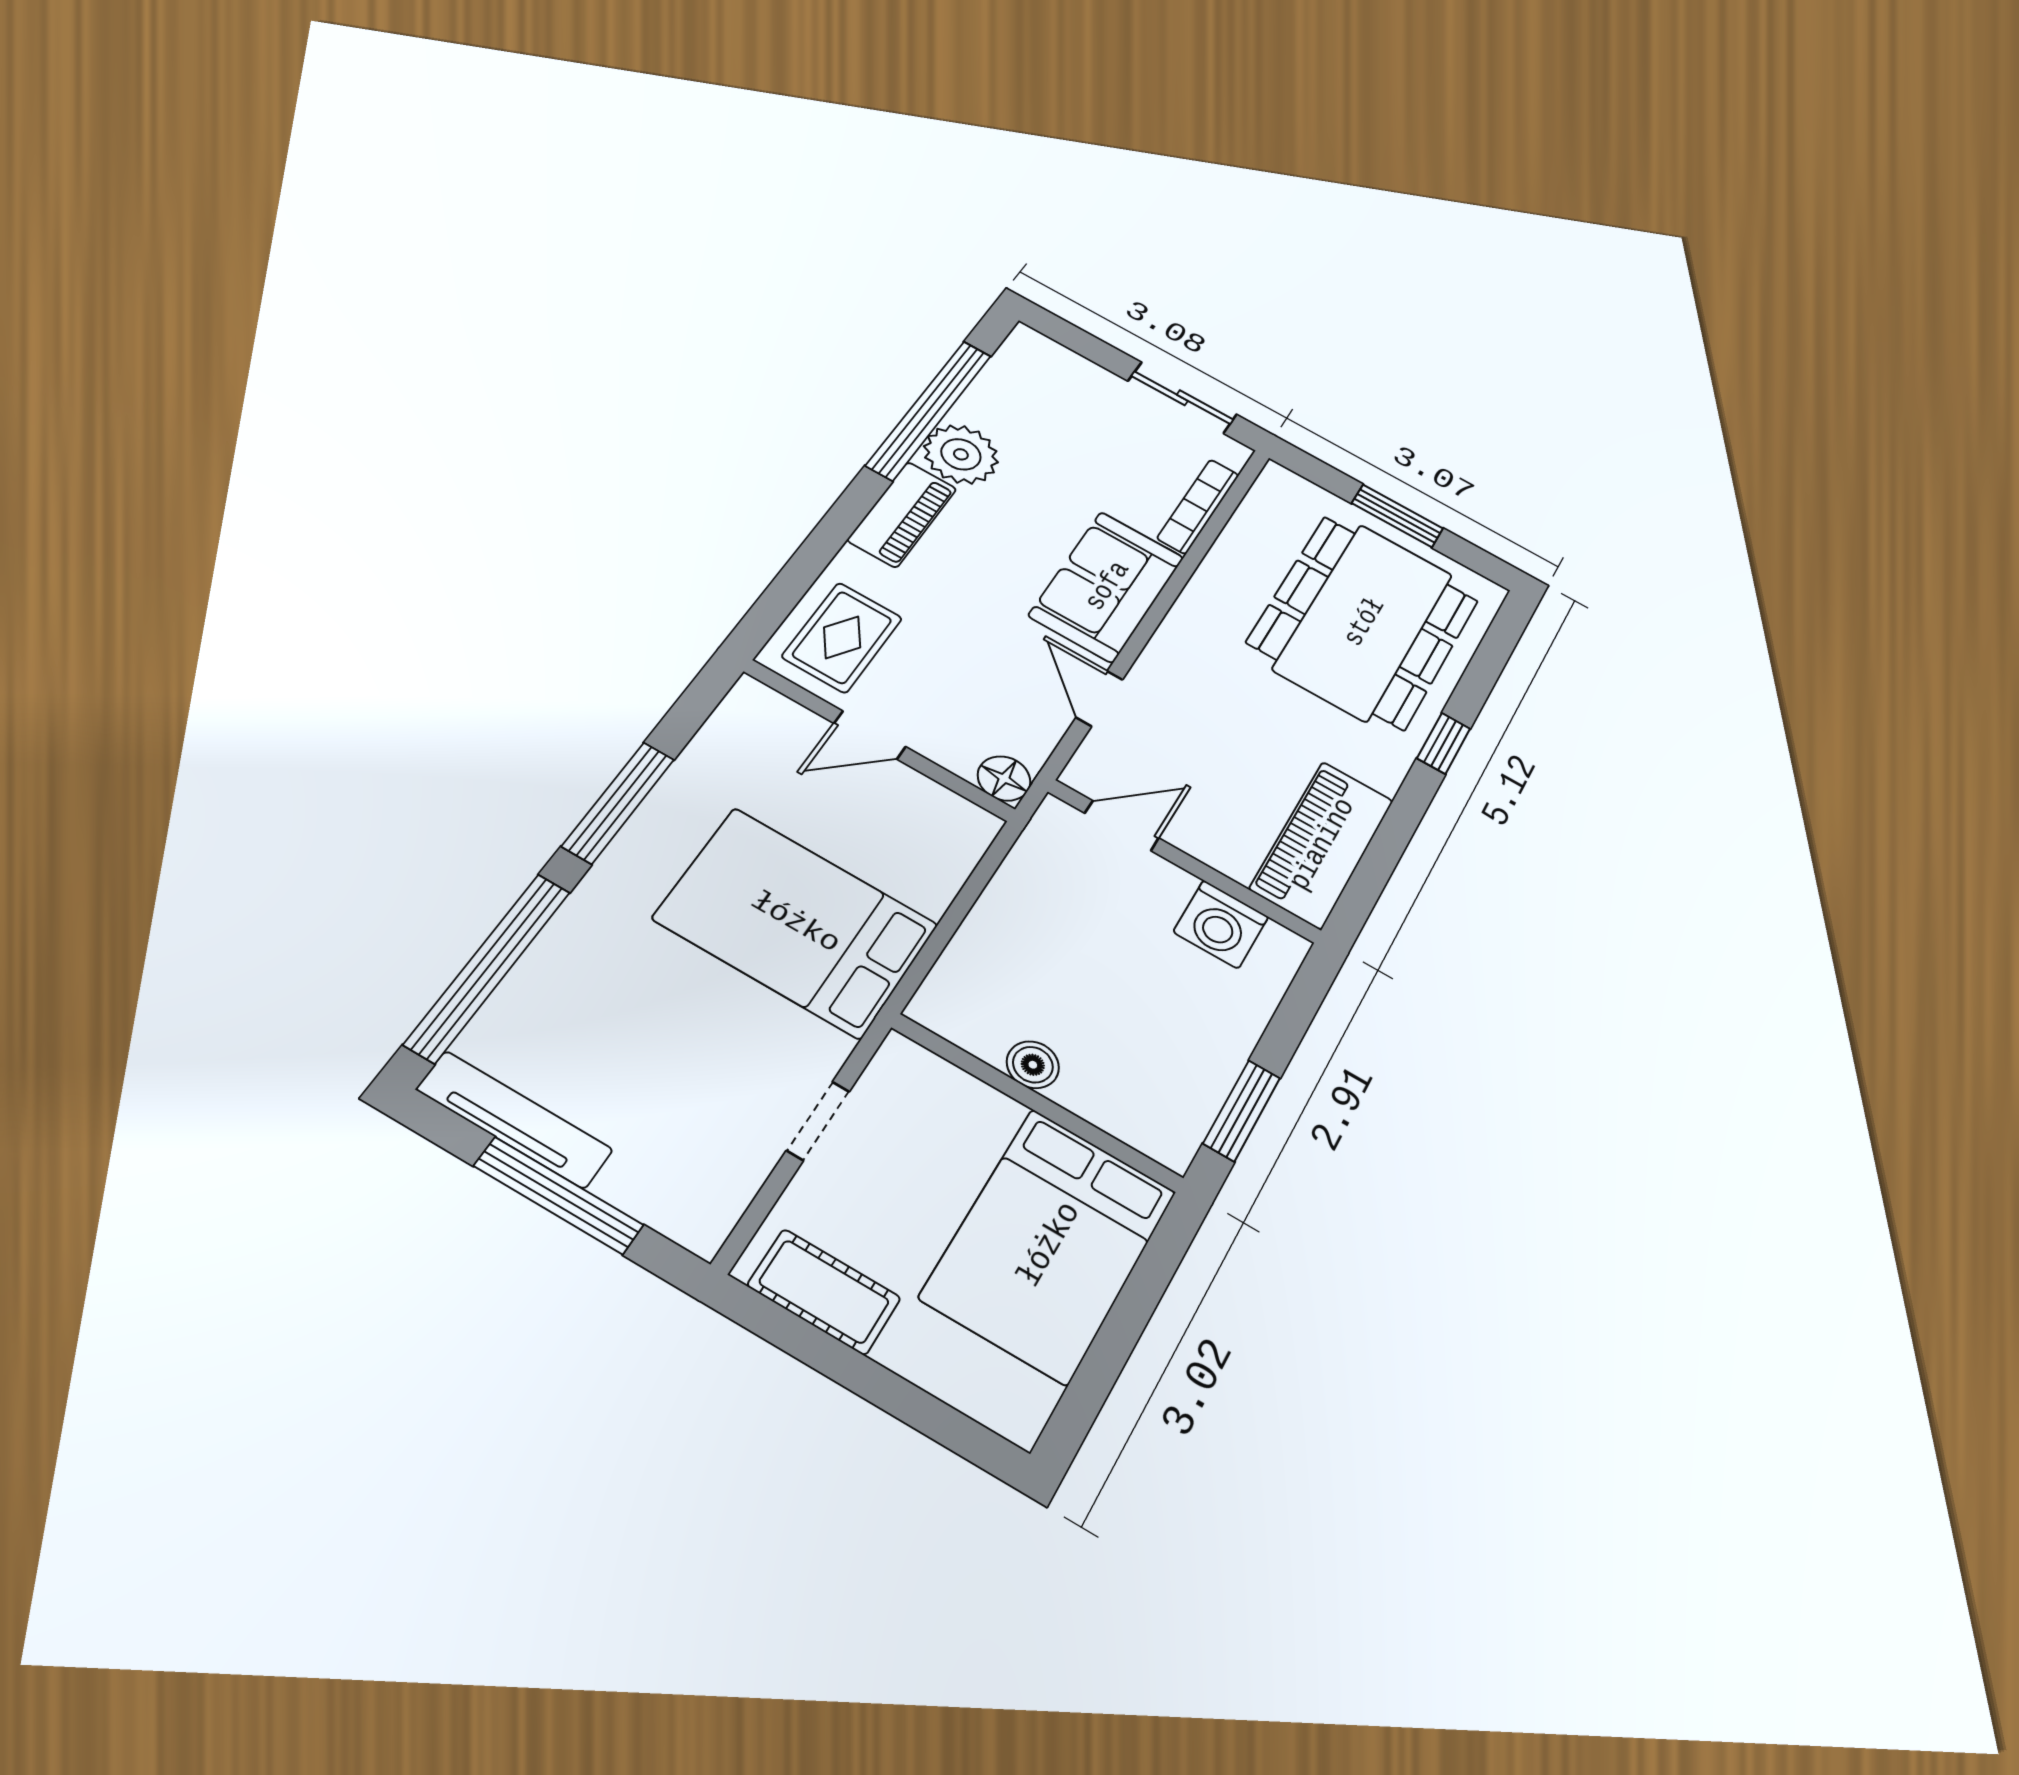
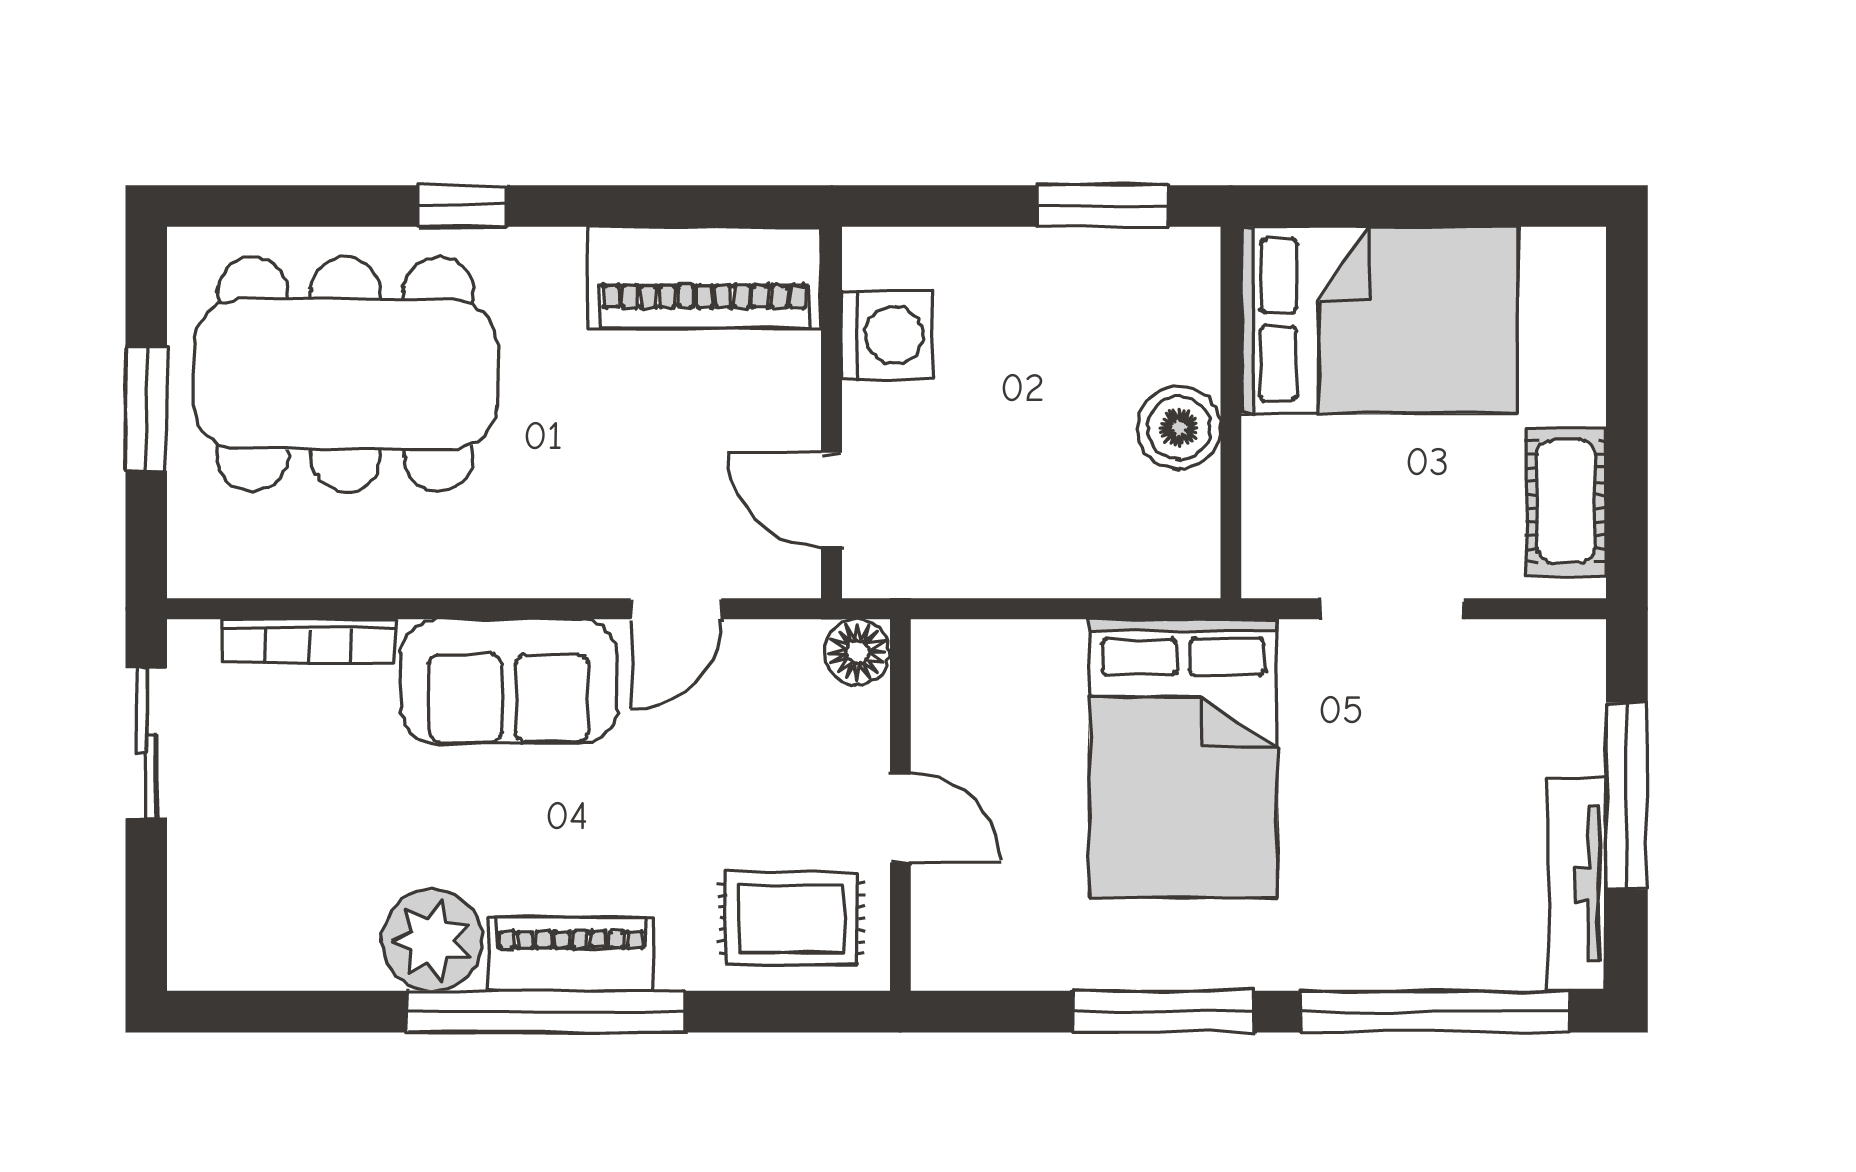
window: (929, 410) -> (546, 1012), moved
boiler: (1033, 1065) -> (1179, 428), width x1.36, depth x1.36
doorway: (818, 1121) -> (1392, 609), width x1.38

